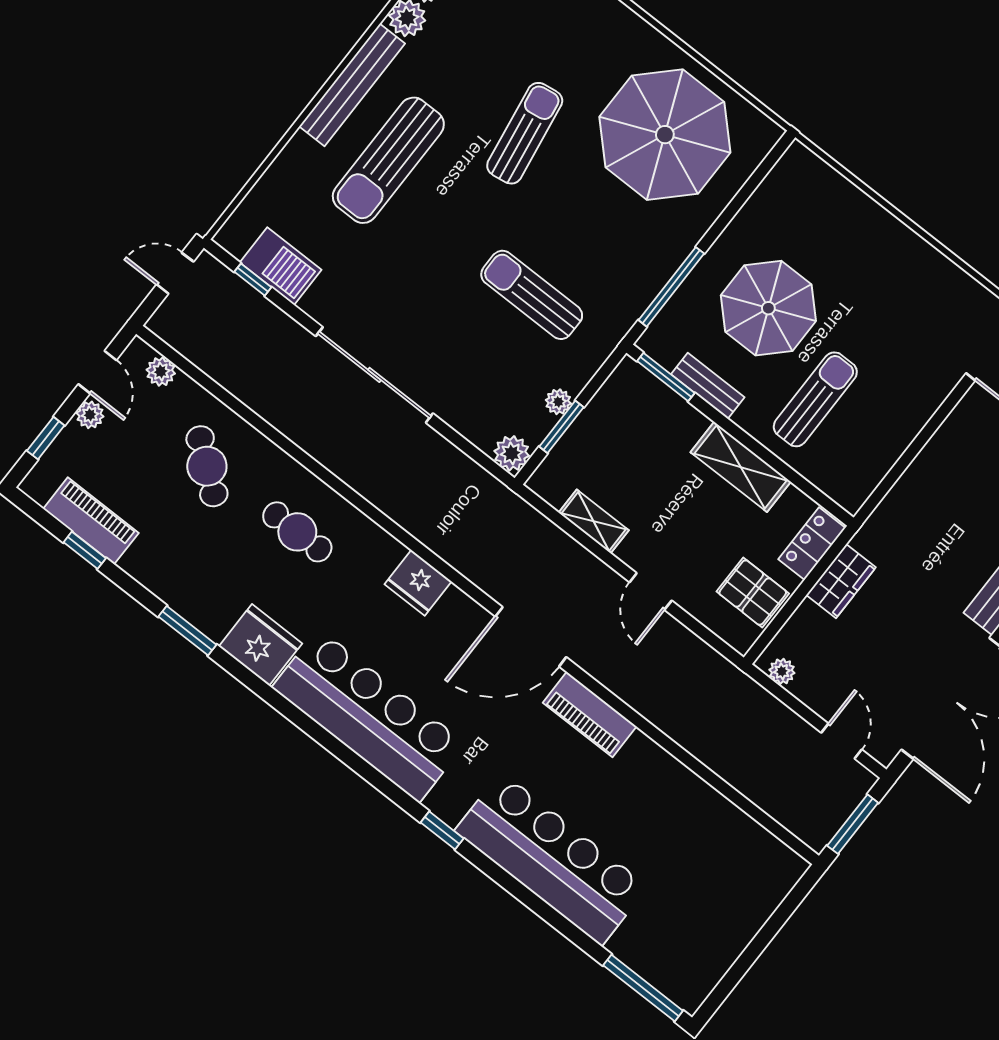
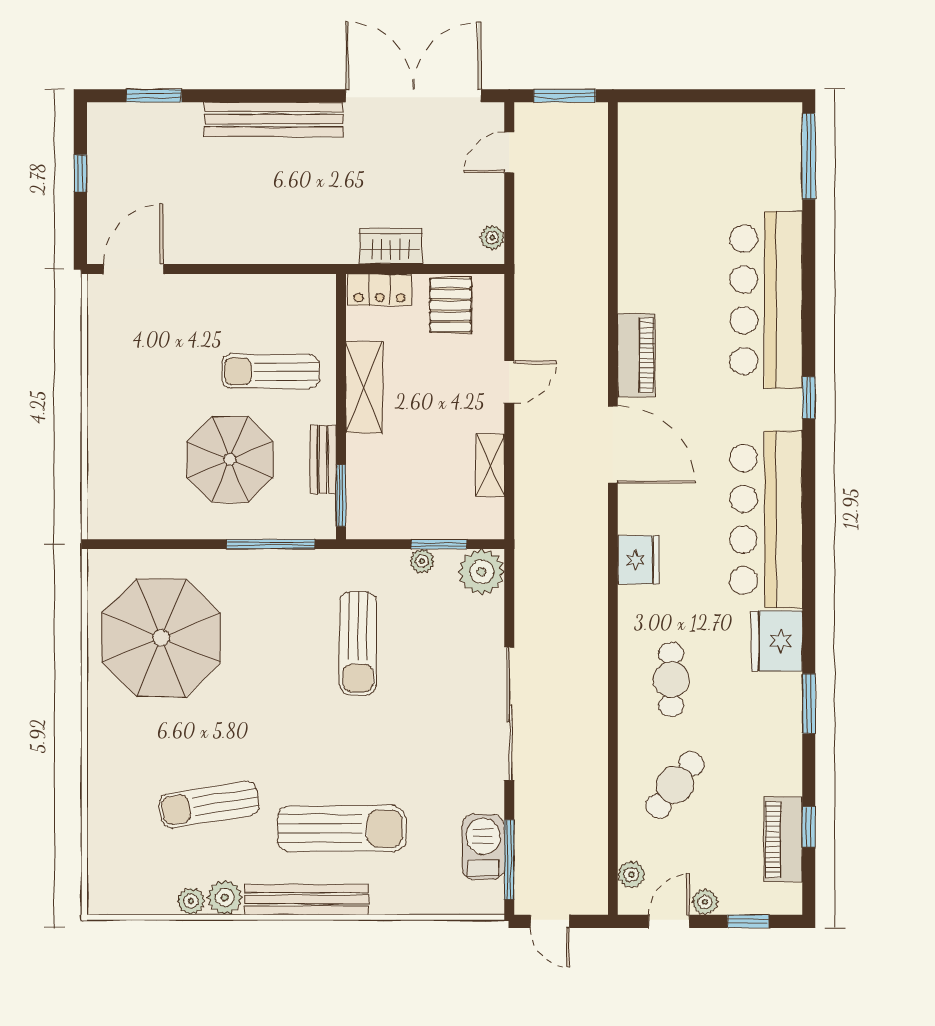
sun lounger: (525, 133) -> (209, 805), moved
window: (253, 280) -> (509, 860), width x2.17
plant: (512, 453) -> (482, 572), width x1.36, depth x1.36

